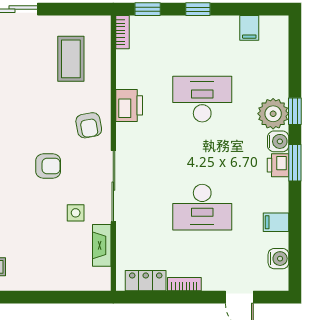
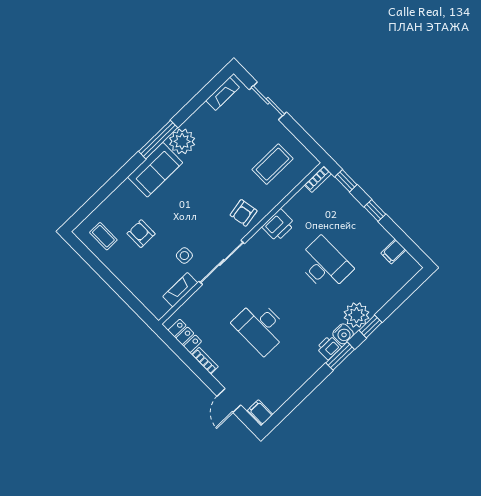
armchair: (48, 166) -> (141, 234), moved, turned 180
filing cabinet: (276, 222) -> (260, 412), moved
water cooler: (278, 259) -> (274, 401), removed

